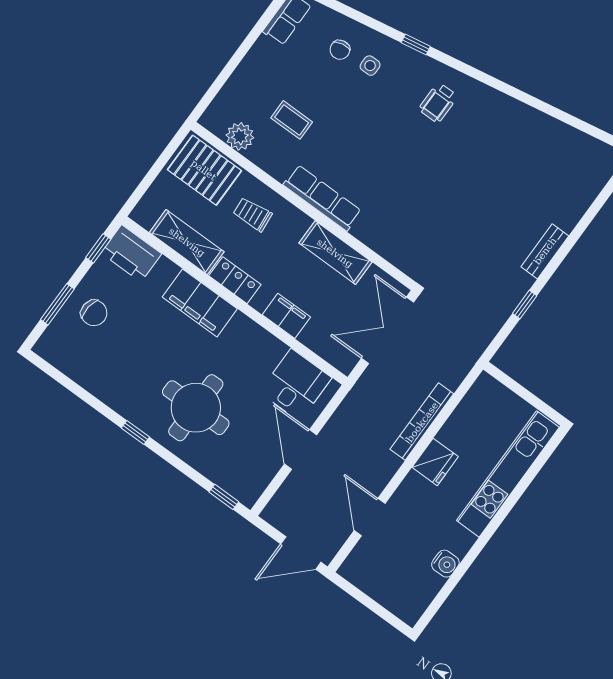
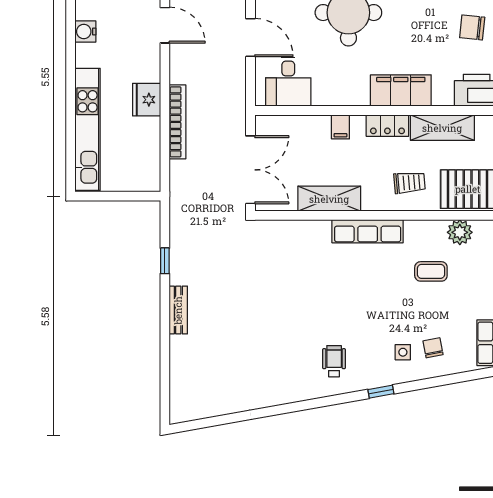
filing cabinet: (286, 316) -> (340, 127), width x0.50

